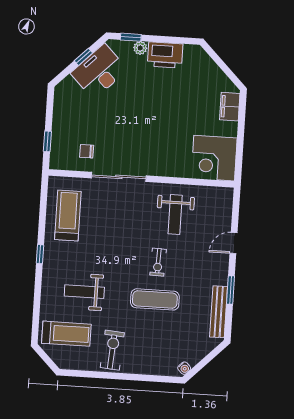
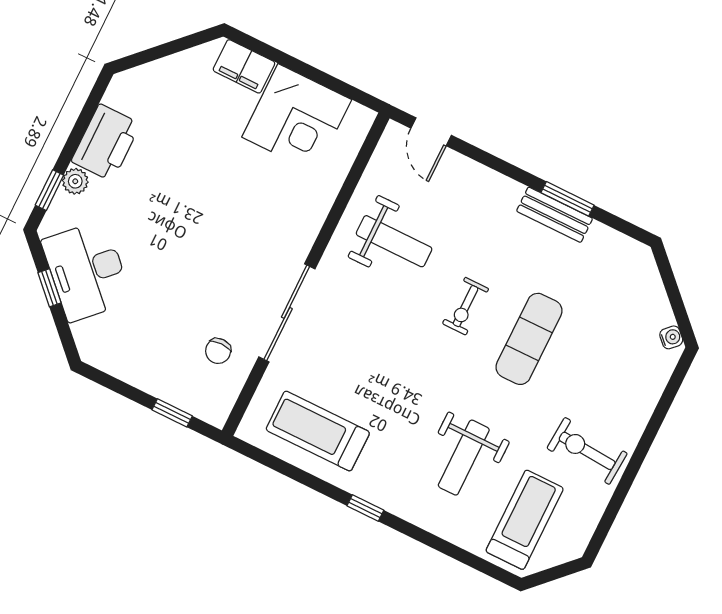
corner desk: (214, 158) -> (297, 118), moved
door: (234, 243) -> (431, 132), moved
exercise bike: (158, 262) -> (466, 306), turned 88
bench: (219, 312) -> (555, 215), moved, width x0.73

